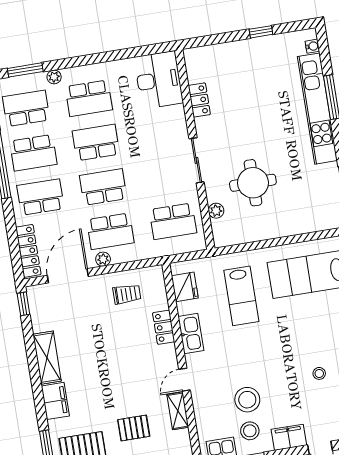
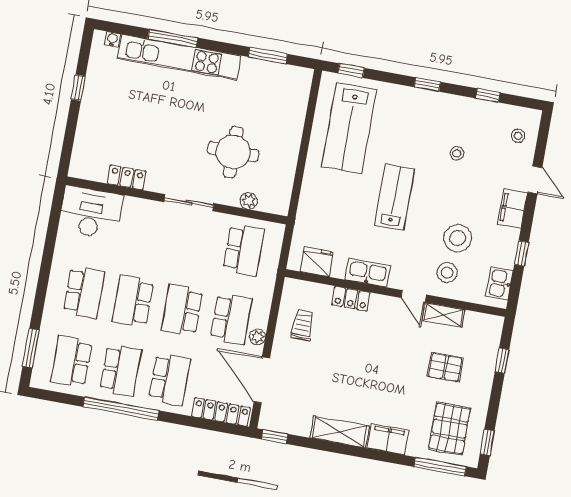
plant: (54, 77) -> (49, 321), removed
school desk: (41, 197) -> (169, 379), turned 180
lab bench: (241, 296) -> (395, 197), moved, turned -90
pallet: (134, 428) -> (445, 367), turned 90
stool: (250, 431) -> (447, 273), moved

